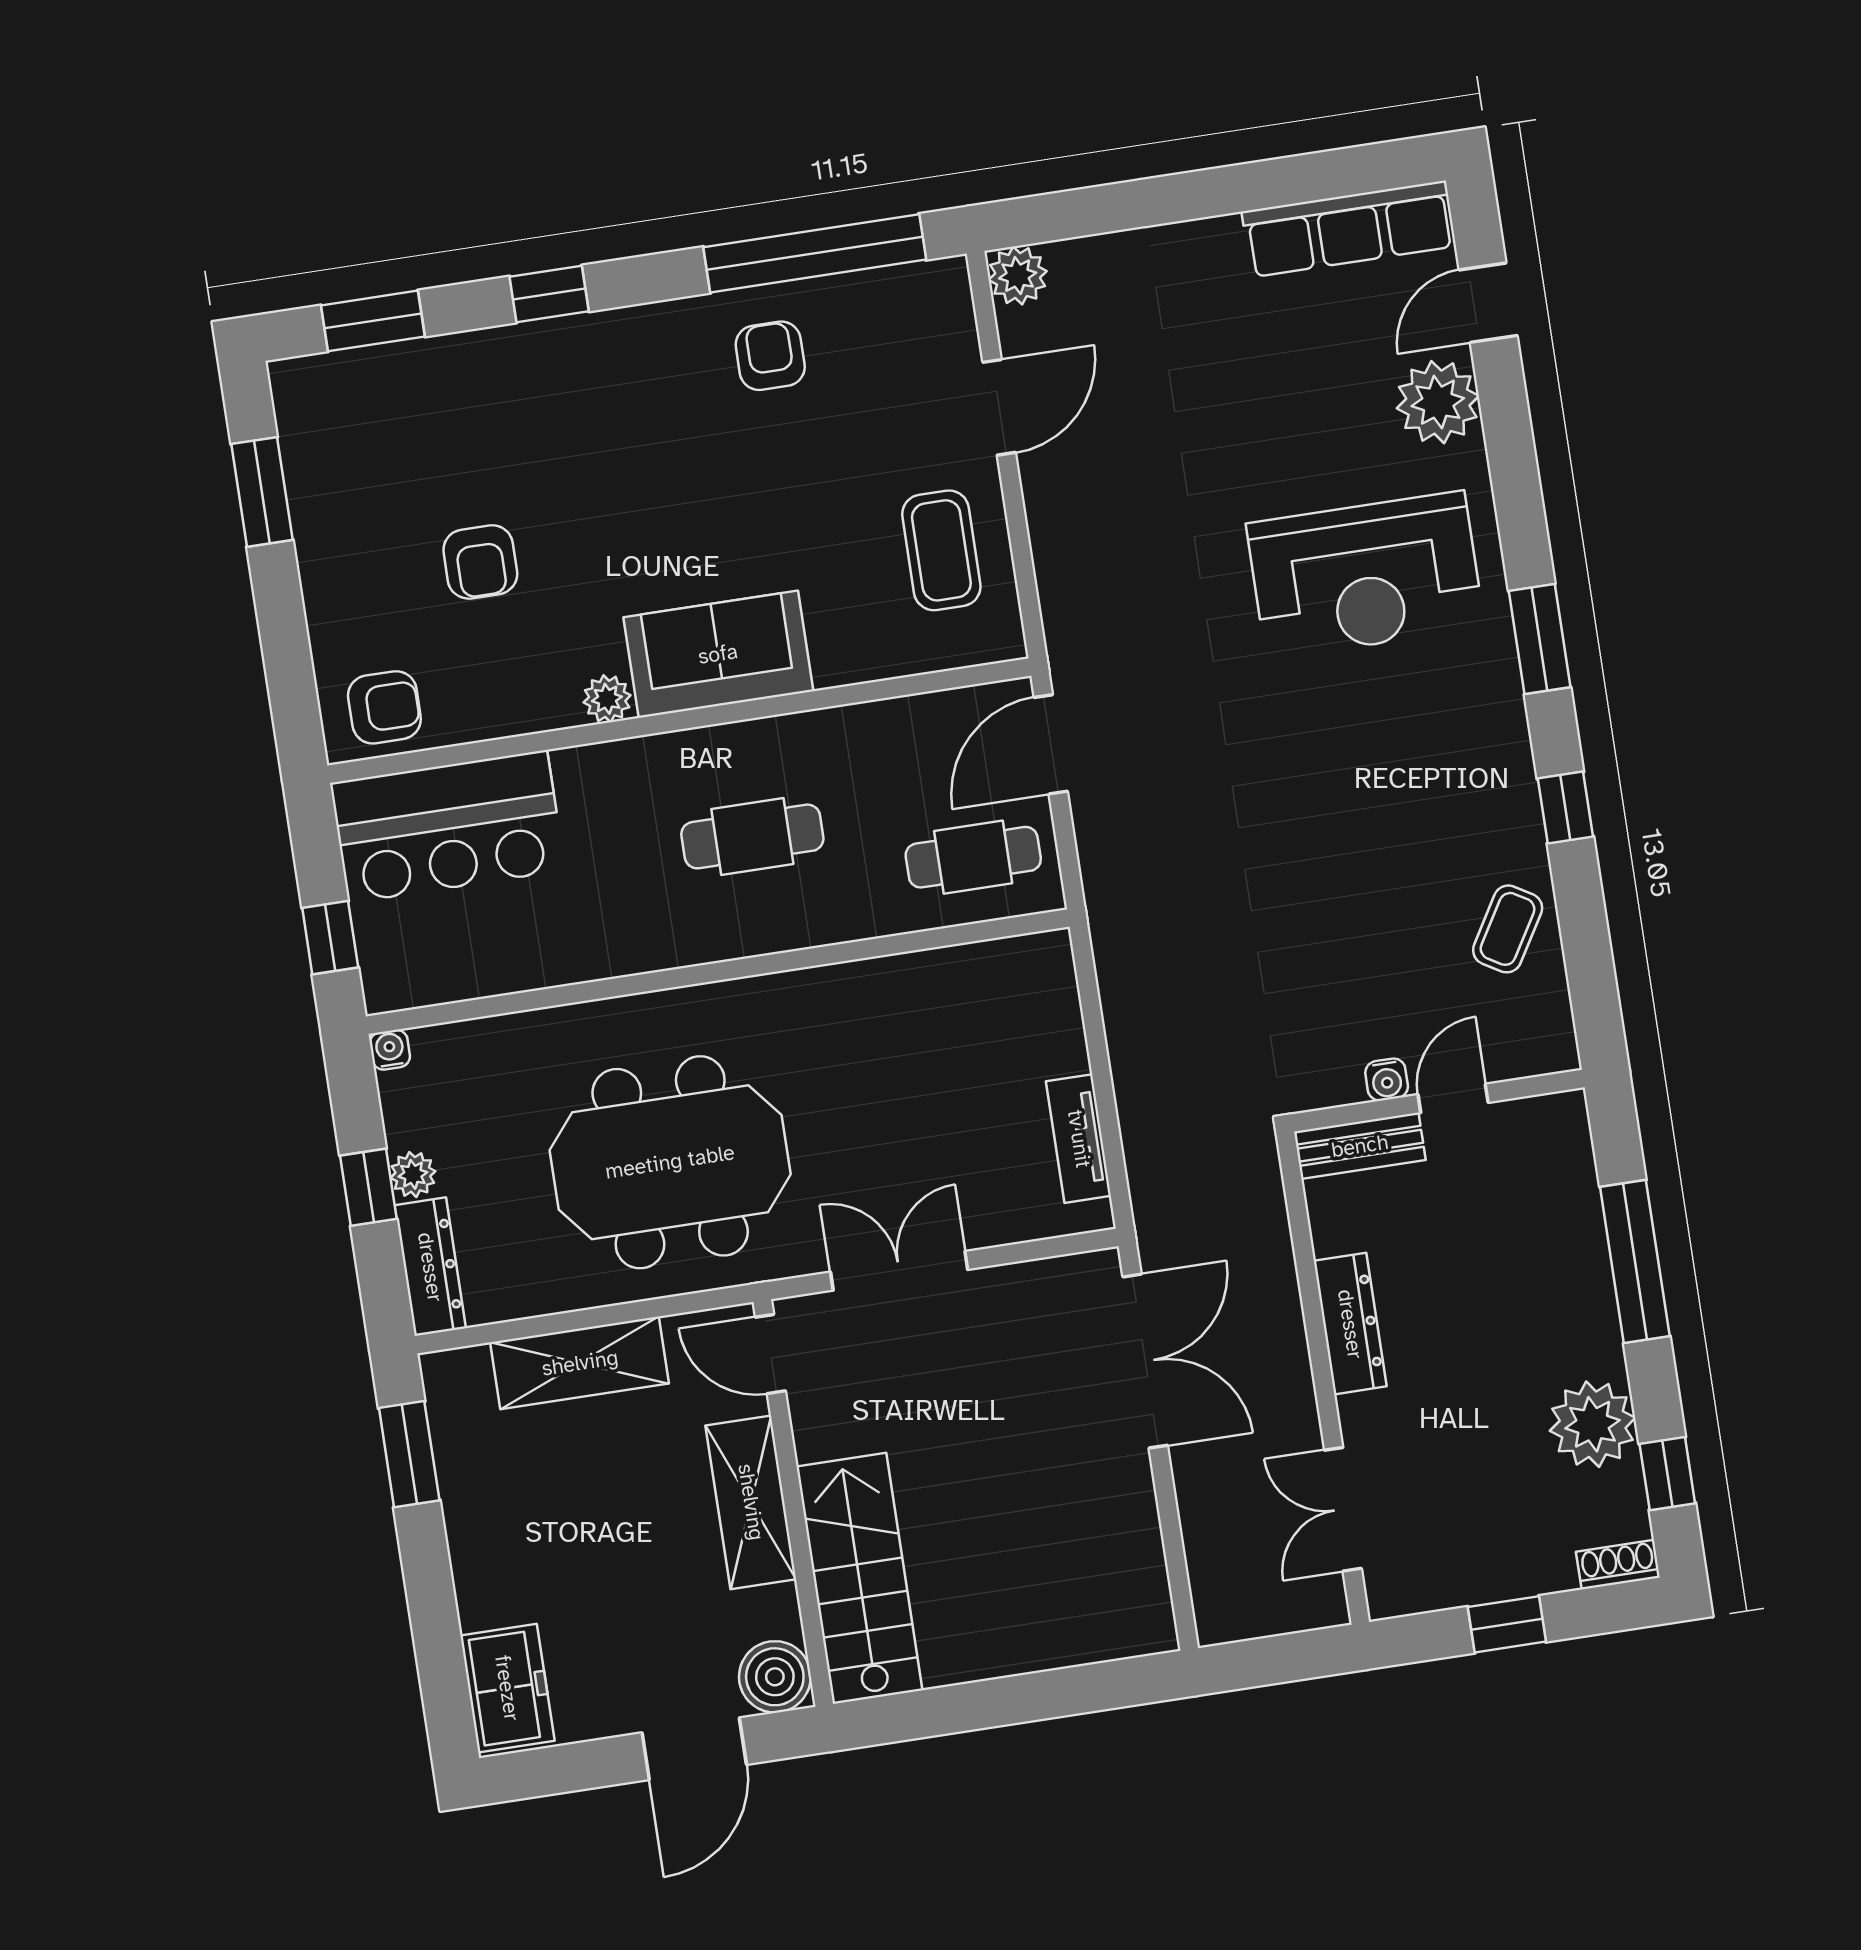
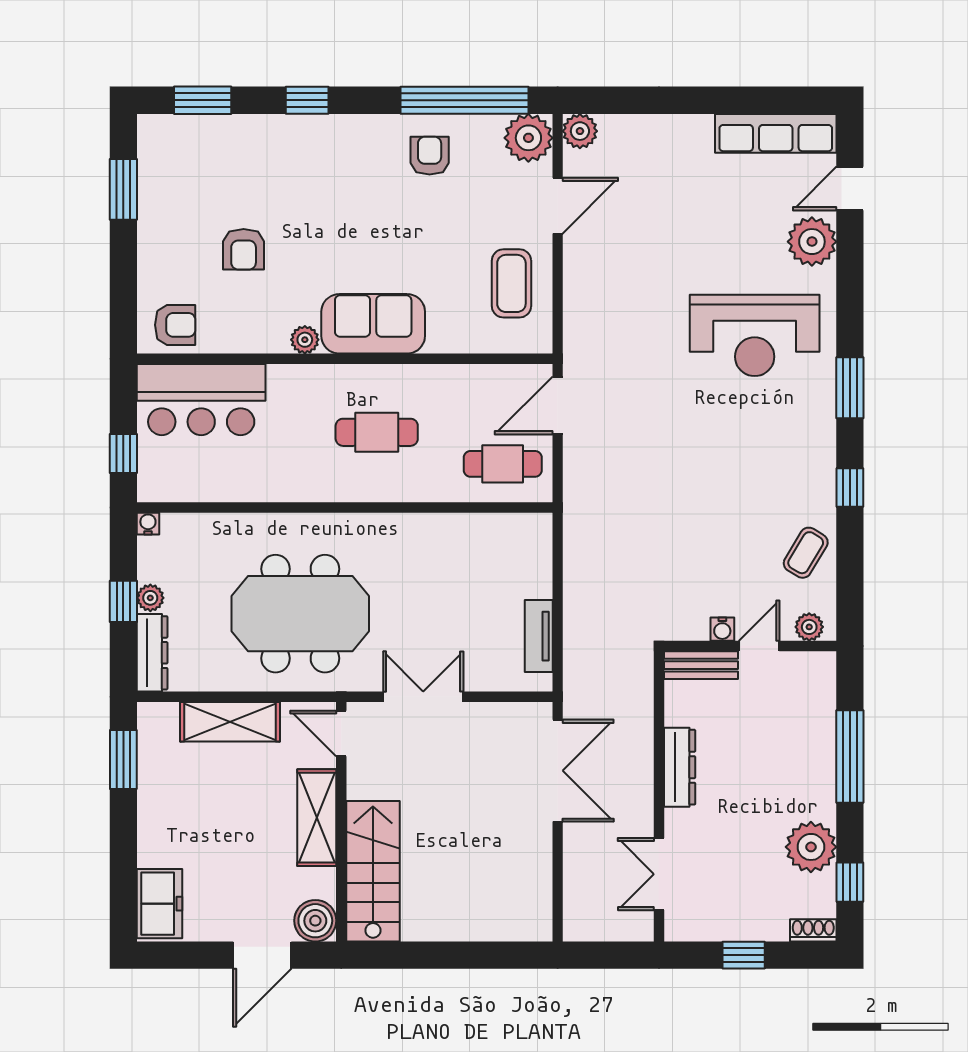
plant: (932, 300) -> (528, 138), added
plant: (1533, 1053) -> (809, 627), added

